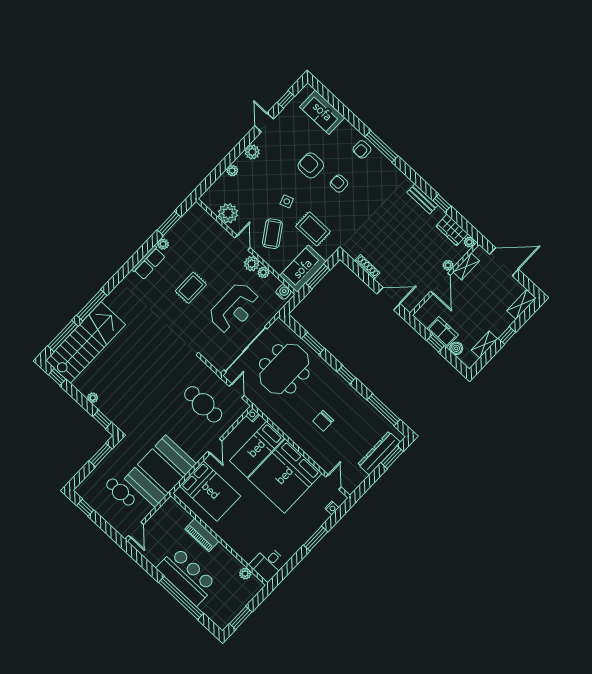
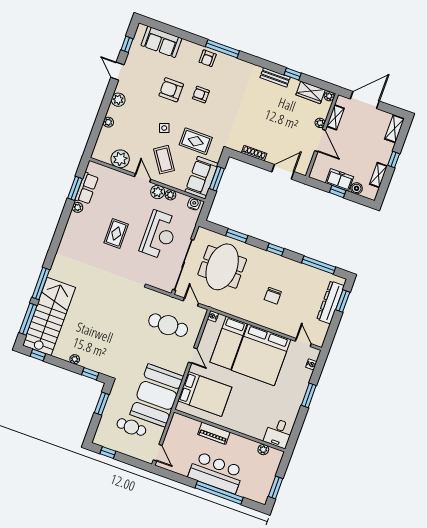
row of seats: (149, 263) -> (87, 188), moved

